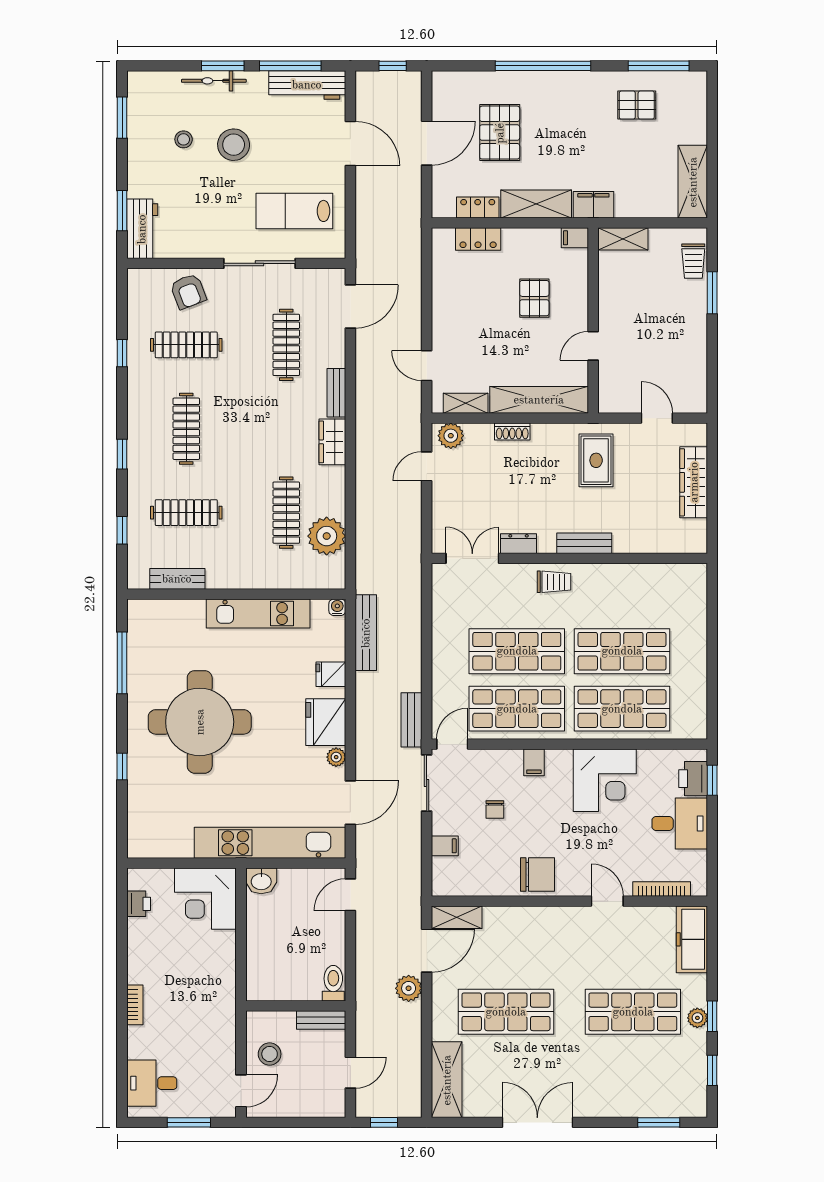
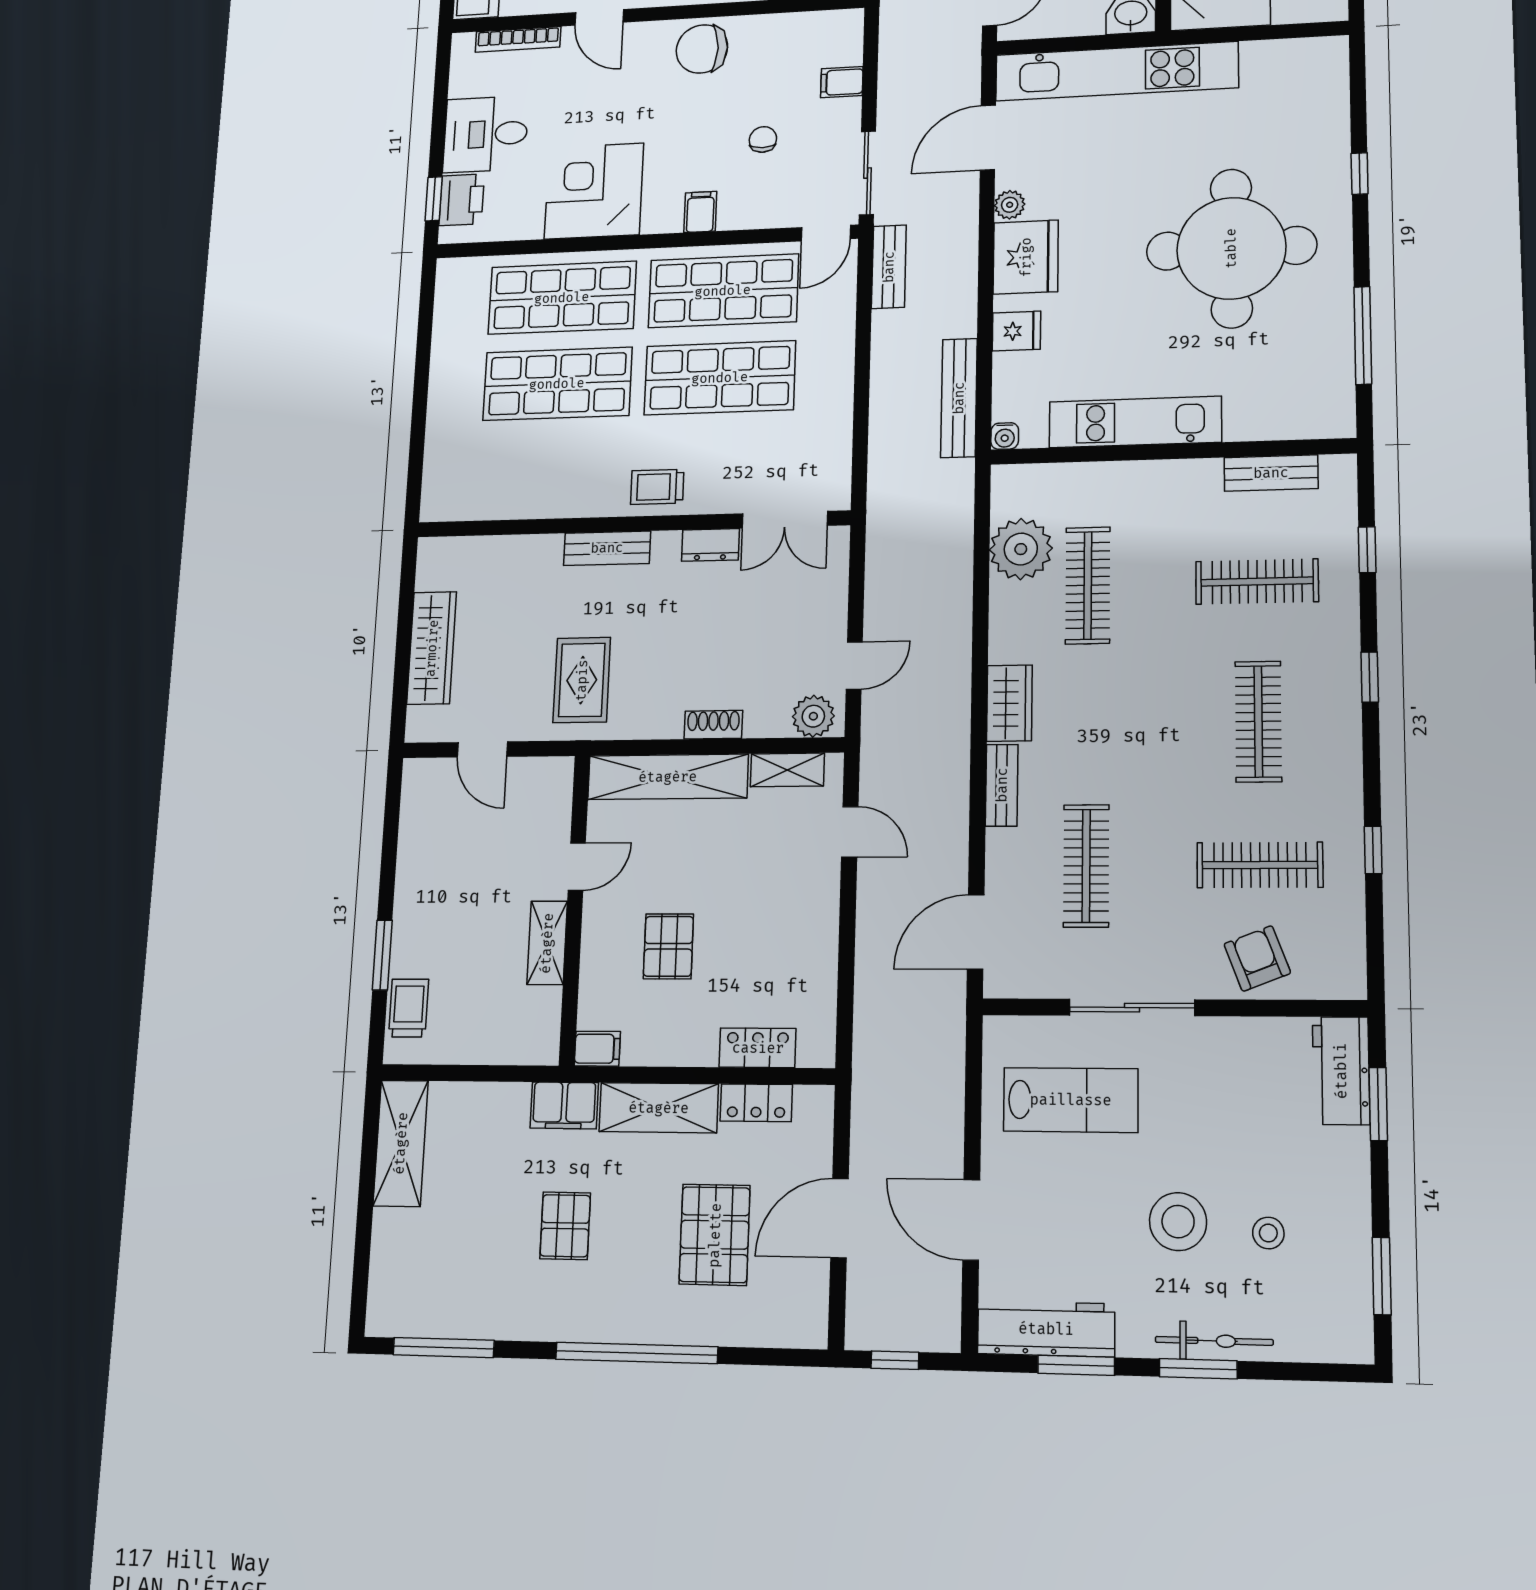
window: (290, 66) -> (1076, 1365), width x0.69
pallet: (637, 105) -> (565, 1226), moved, turned 90
shelving: (623, 239) -> (547, 943), moved, turned 90

